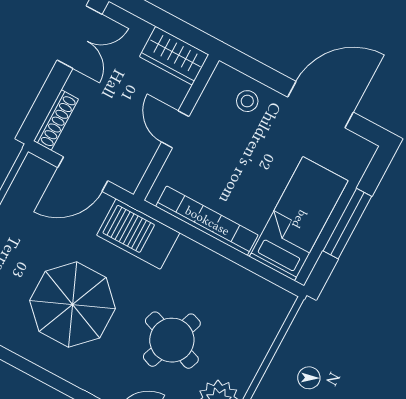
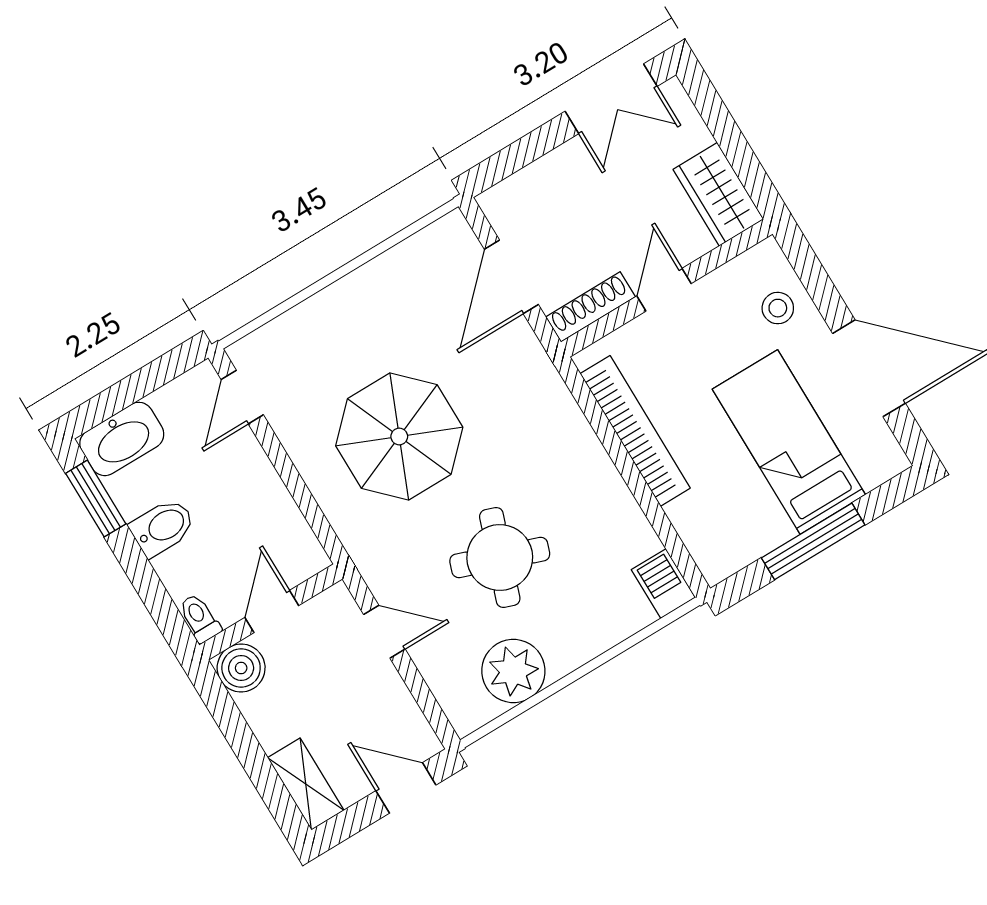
shoe rack: (56, 120) -> (591, 307), moved, turned 180
door: (83, 174) -> (511, 277), hinge flipped
bed: (299, 219) -> (789, 442), moved, turned -90
barbecue: (138, 234) -> (663, 584), moved, width x0.53, depth x0.65

